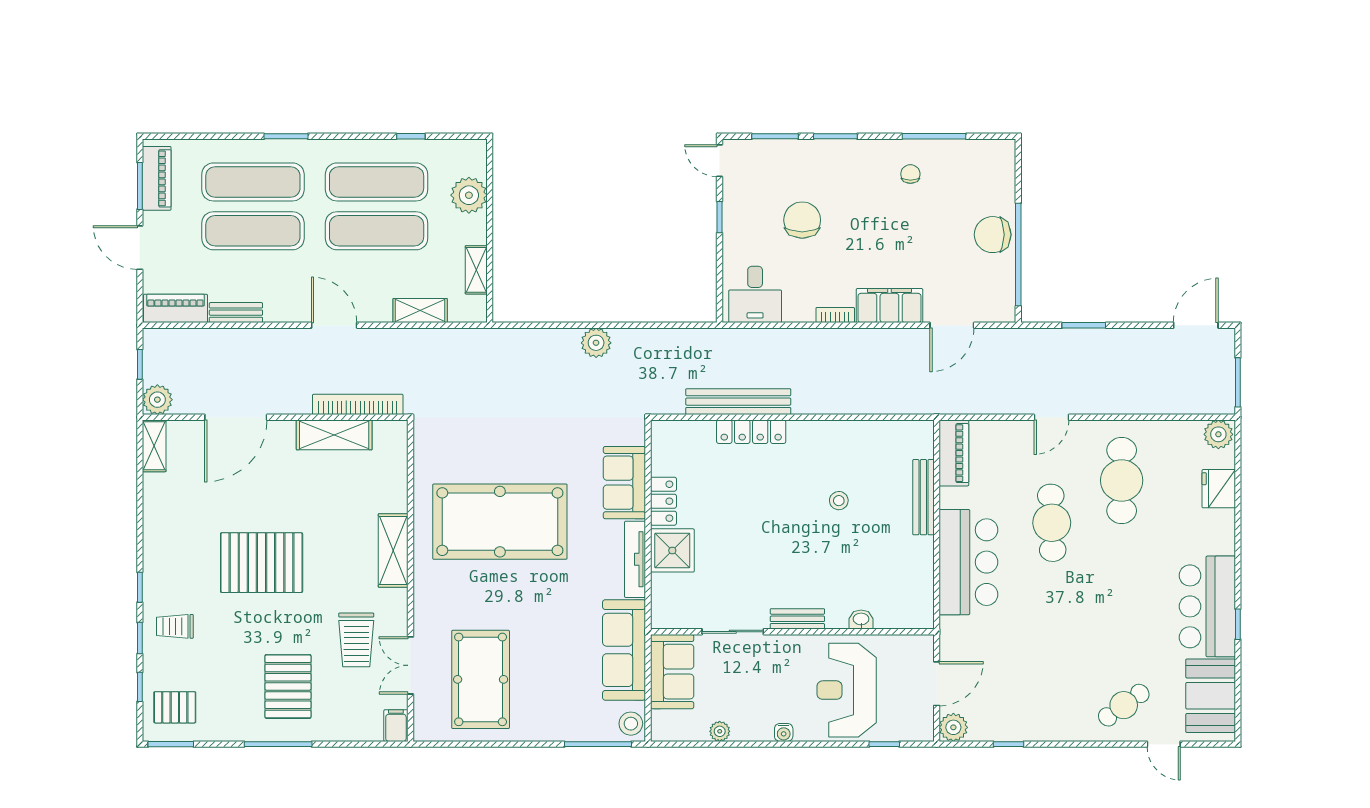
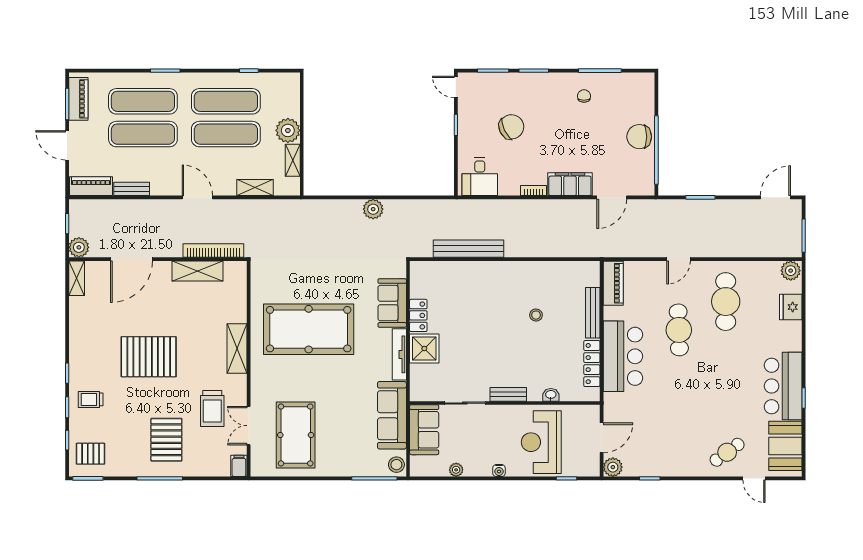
plant: (469, 195) -> (288, 130), moved
chair: (802, 220) -> (511, 127), turned 64
locker: (751, 432) -> (592, 364), moved, turned 90

